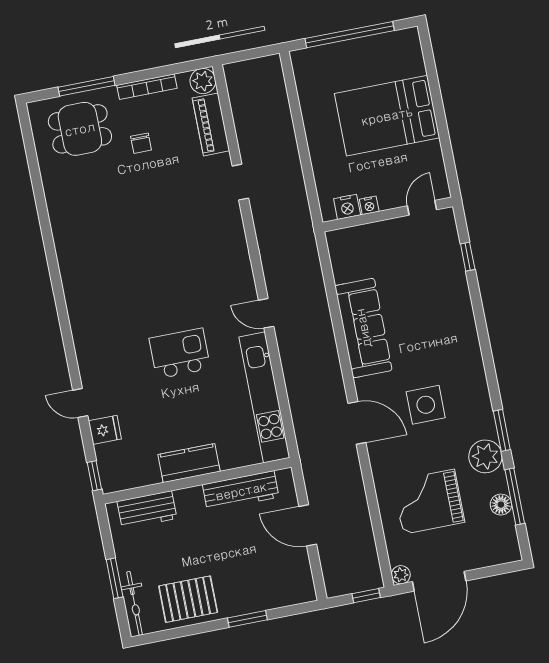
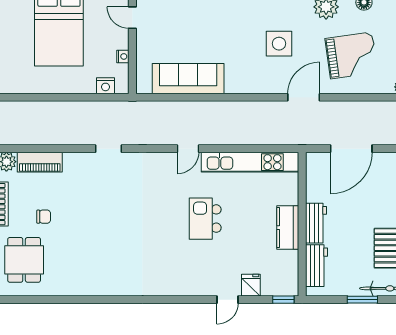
doorway: (240, 182) -> (108, 149), moved
nightstand: (347, 207) -> (105, 86), moved, turned 90
sofa: (363, 328) -> (188, 79), moved
door: (357, 423) -> (304, 97), moved
workbench: (241, 491) -> (316, 223), moved, width x0.73
grand piano: (429, 502) -> (351, 55), turned -98
door: (308, 525) -> (351, 149), width x1.36

